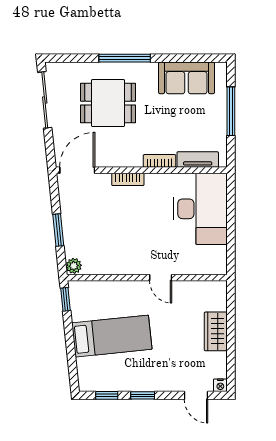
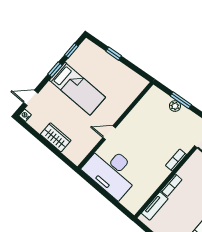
desk: (200, 209) -> (112, 171), moved
plant: (74, 266) -> (175, 106), moved
window: (65, 299) -> (114, 54), moved
bed: (112, 336) -> (78, 89), moved, turned -84

